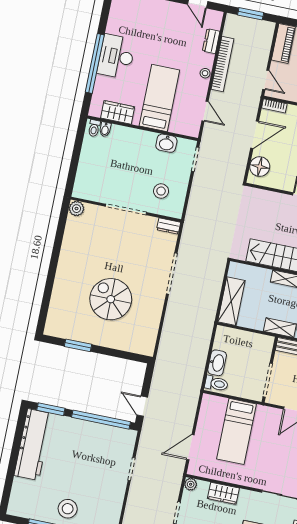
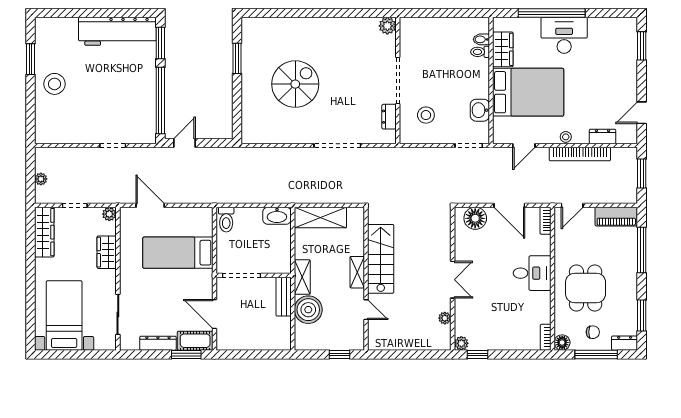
bed: (159, 98) -> (528, 92), width x1.50
toilet: (94, 128) -> (480, 52), moved
dresser: (169, 226) -> (389, 117), moved
washbasin: (217, 363) -> (277, 216), moved

